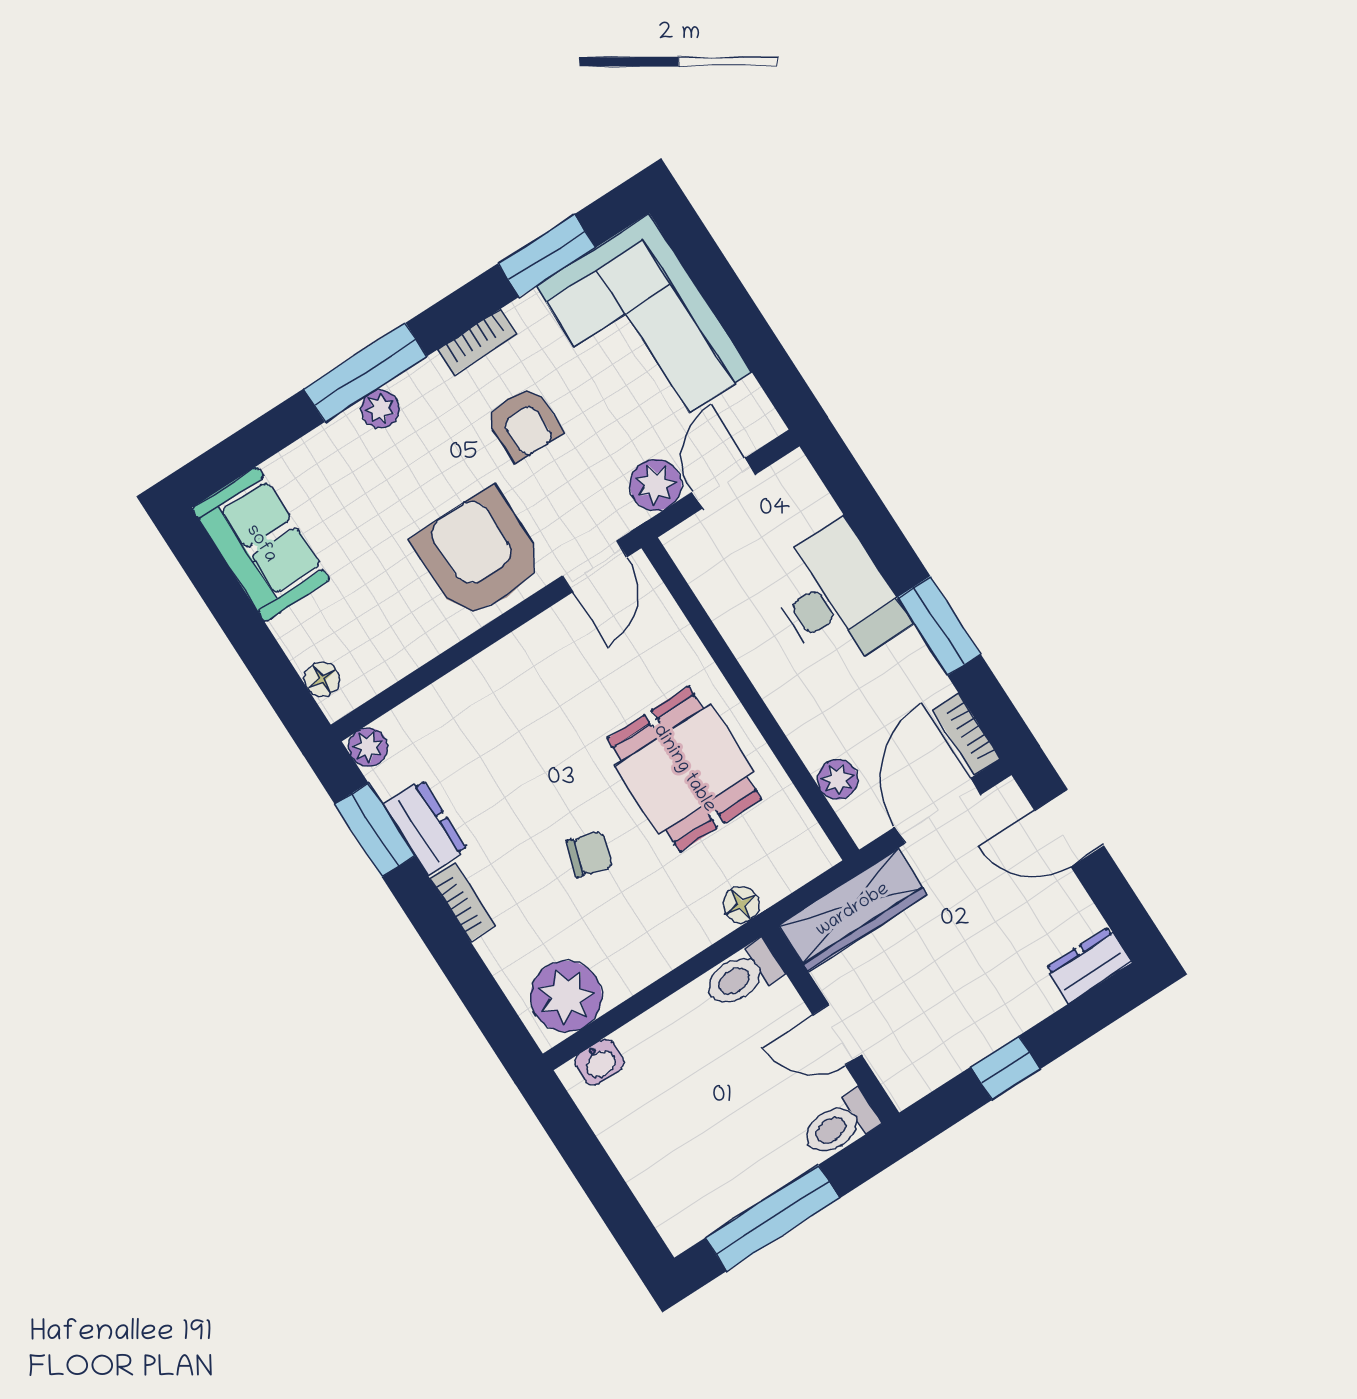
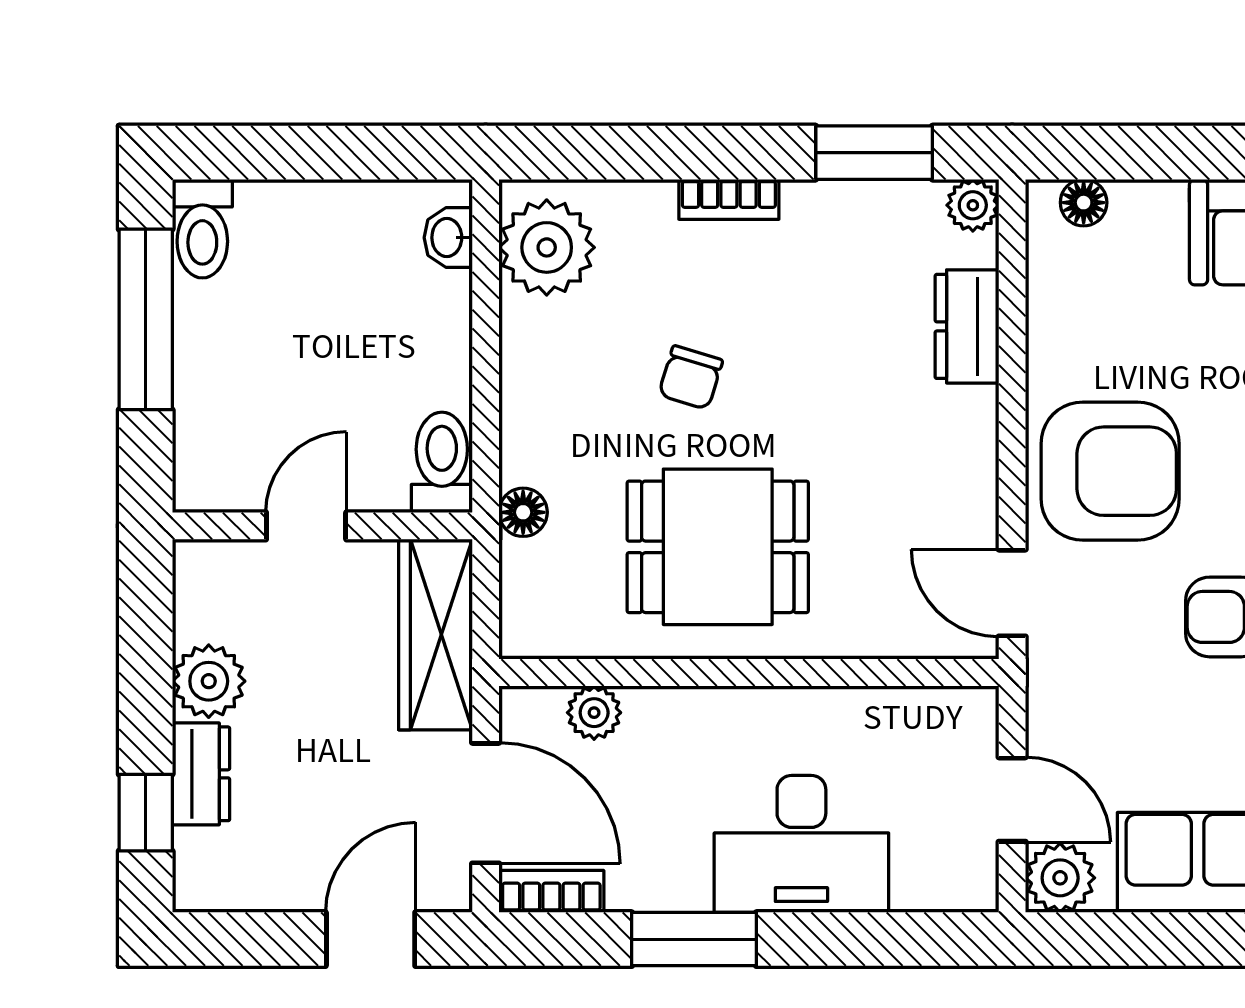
plant: (656, 485) -> (1060, 878), moved
dresser: (425, 827) -> (967, 326), moved, turned 90
dresser: (1089, 965) -> (201, 774), moved
plant: (973, 1033) -> (209, 681), added
window: (1005, 1068) -> (146, 813), moved
toilet: (840, 1125) -> (202, 229), moved, turned 180

